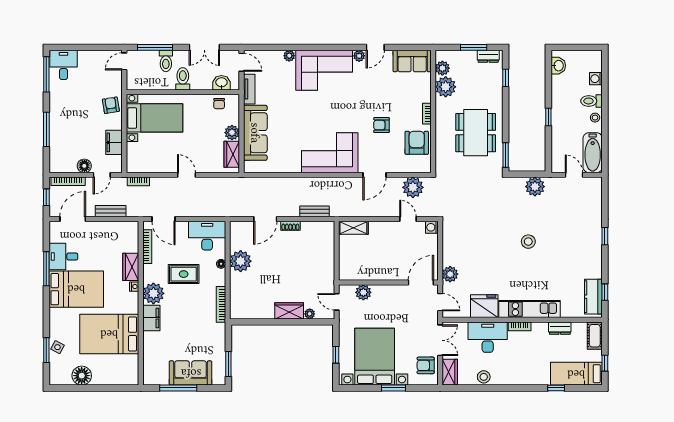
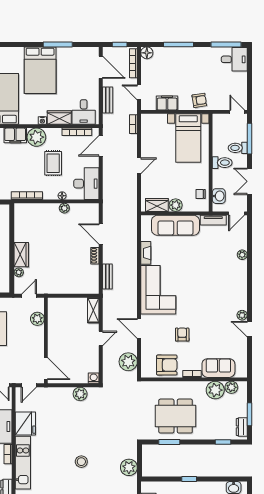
sofa: (412, 61) -> (218, 368), moved, turned 90
corner sofa: (324, 70) -> (230, 285), removed
window: (506, 155) -> (169, 442), moved
floor lamp: (84, 166) -> (147, 53), moved
fireplace: (287, 167) -> (146, 253), added
door: (408, 219) -> (101, 338), moved
desk: (63, 257) -> (84, 112), moved, turned 180
plant: (241, 261) -> (64, 208), width x0.53, depth x0.53
plant: (450, 274) -> (80, 394), moved

